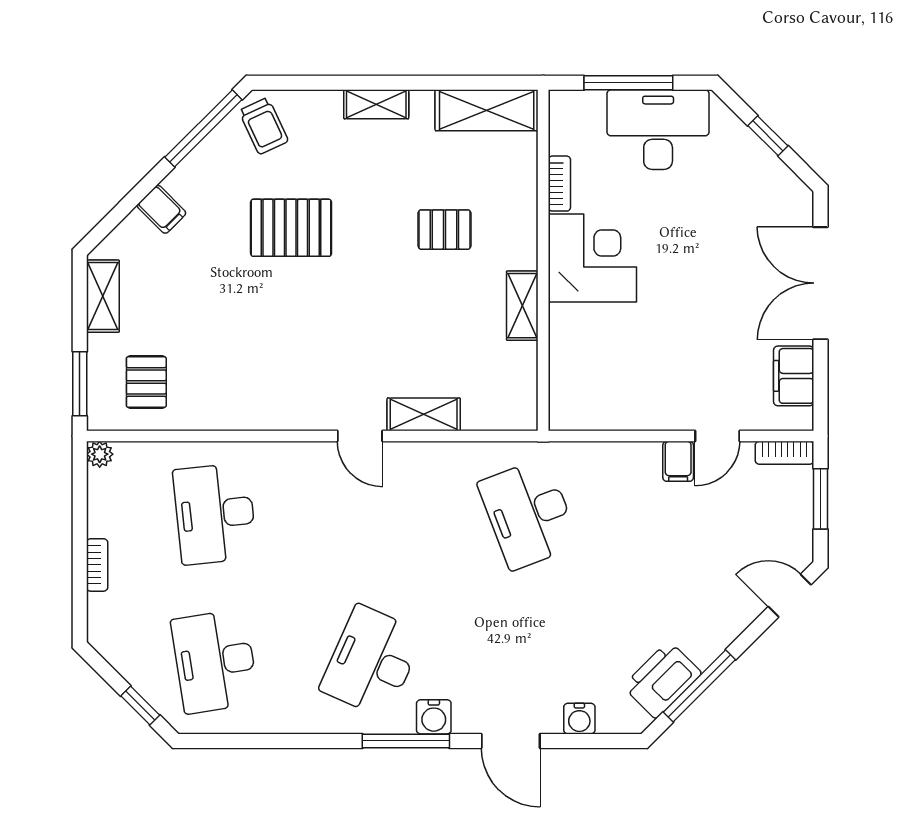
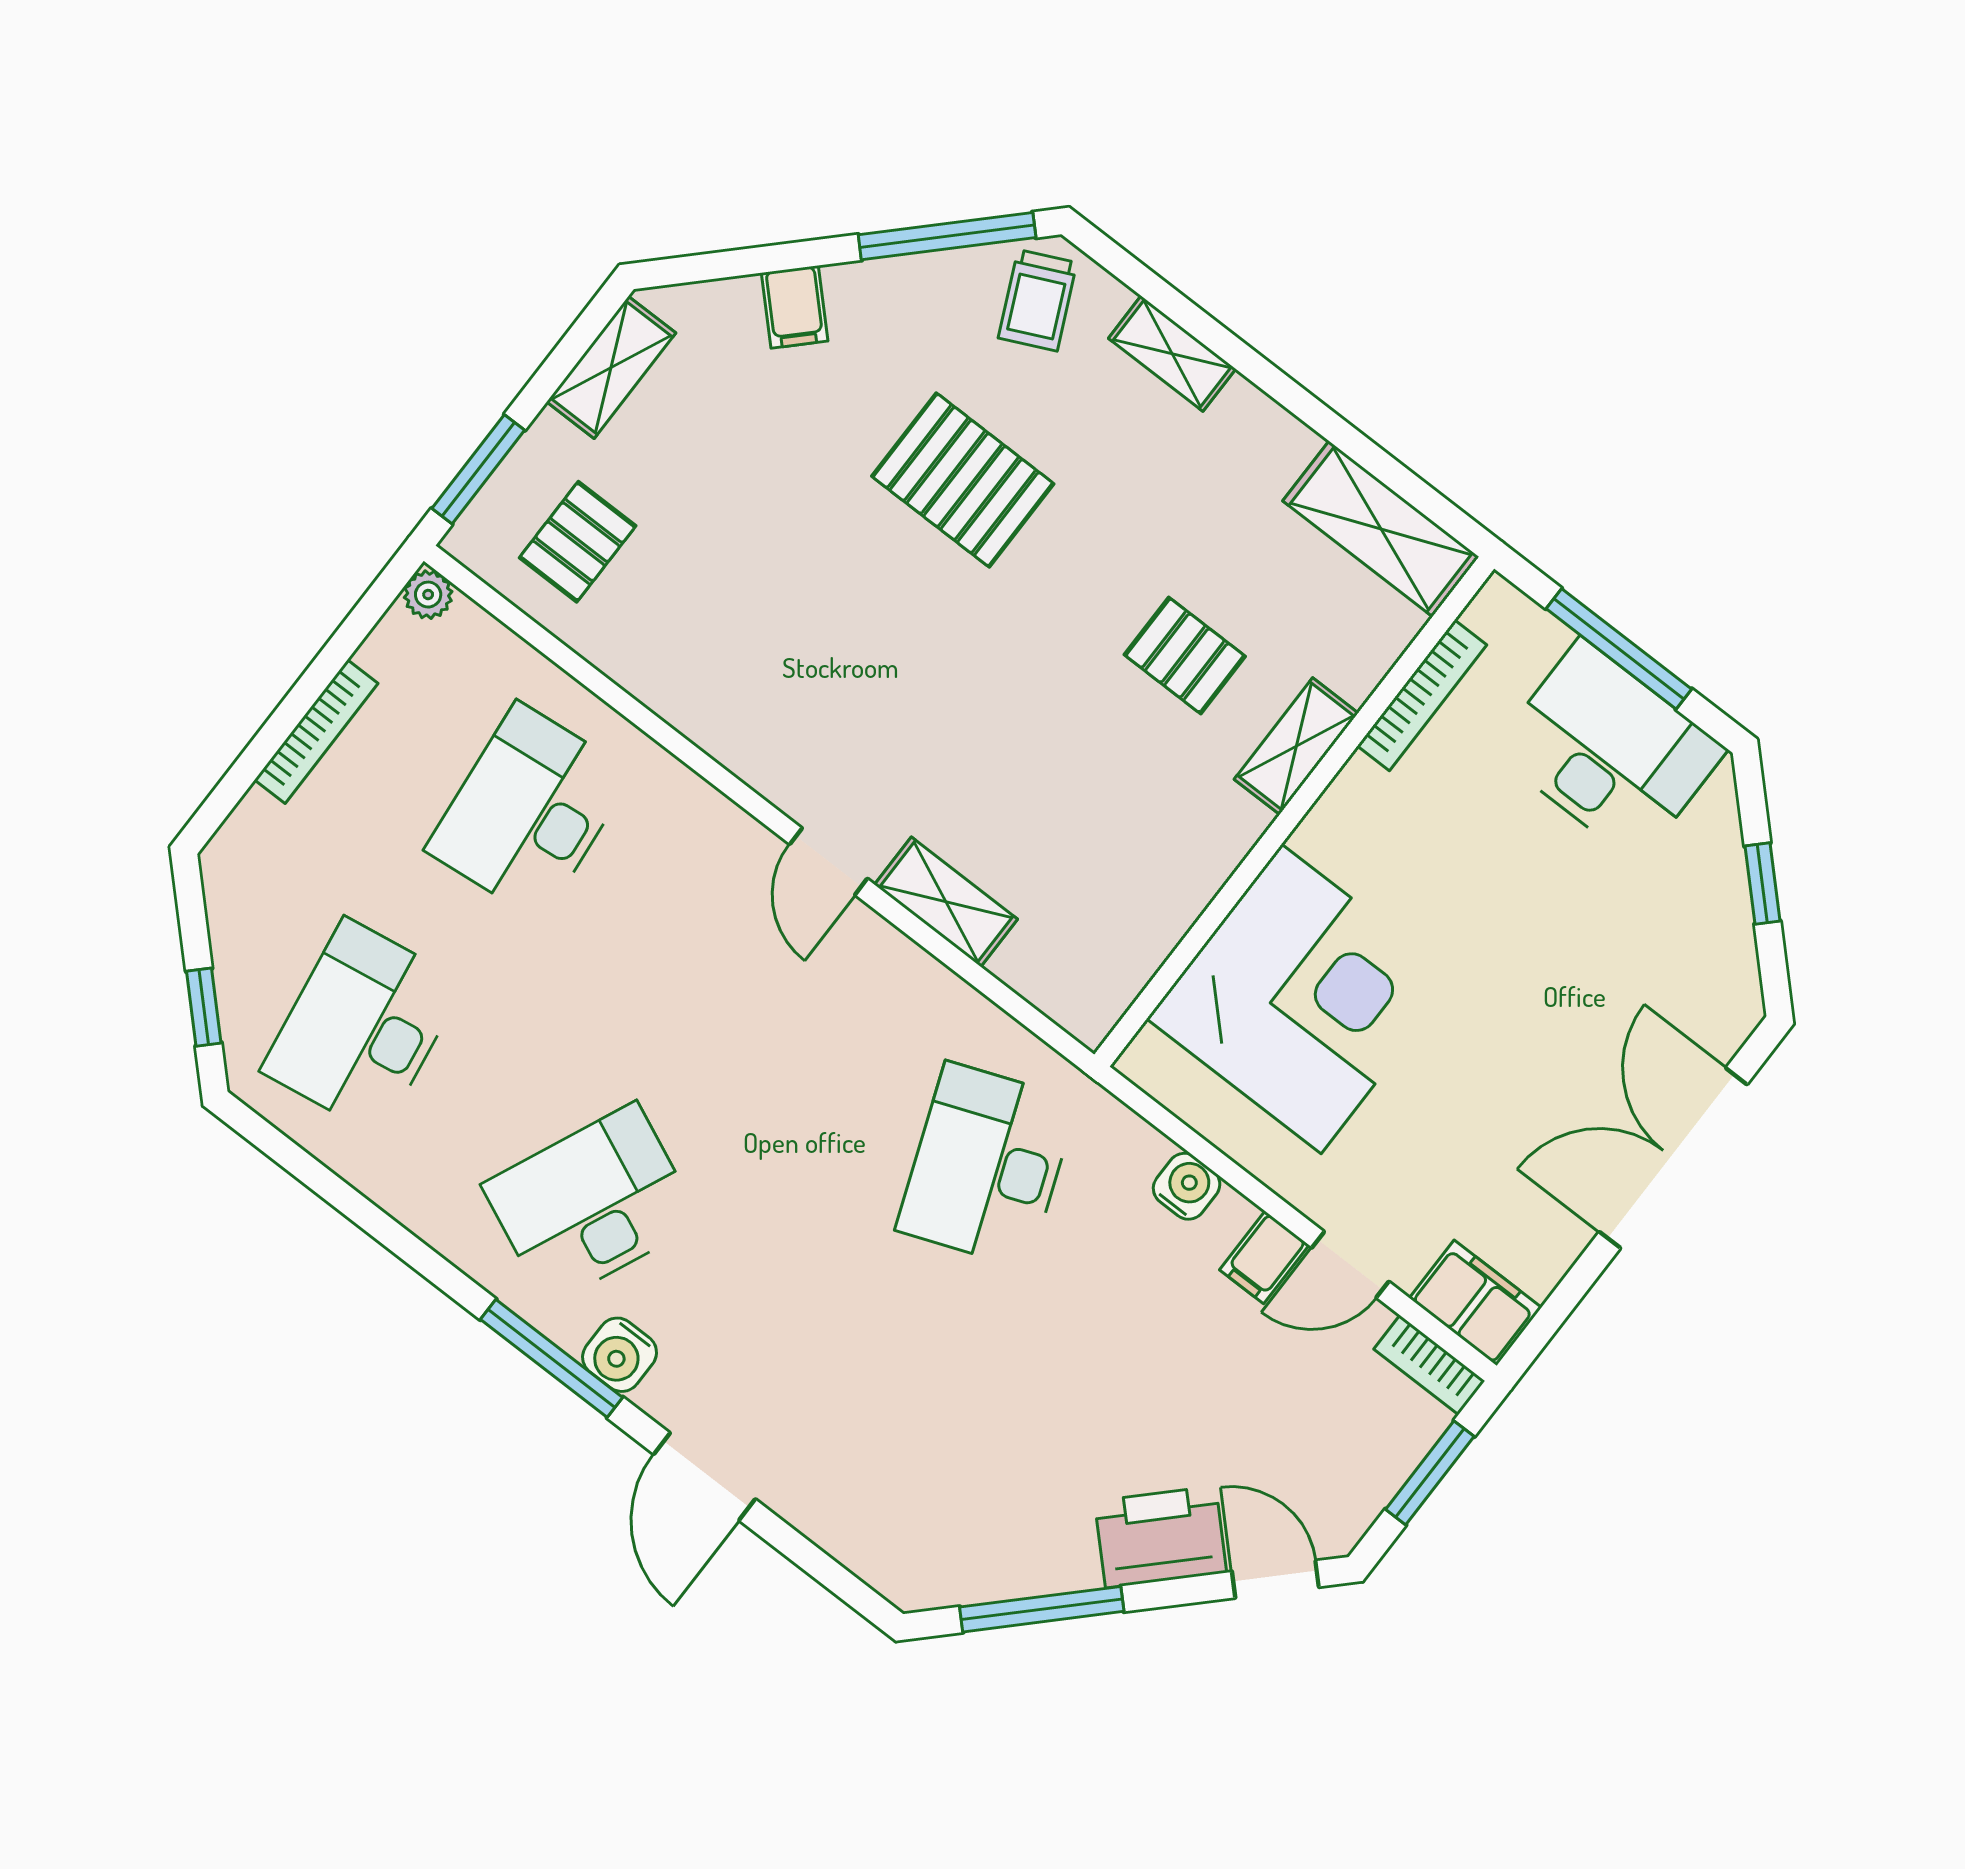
shelving: (376, 104) -> (1172, 354), moved
bookcase: (559, 184) -> (1422, 695), width x1.56
corner desk: (592, 258) -> (1301, 999), moved, width x1.36, depth x1.36
shelving: (522, 306) -> (1296, 746), moved
filing cabinet: (794, 376) -> (1475, 1303), moved, turned 90
bookcase: (97, 565) -> (316, 732), width x1.56
printer: (662, 680) -> (1161, 1537), moved
water cooler: (579, 719) -> (1187, 1186), moved, turned 180

